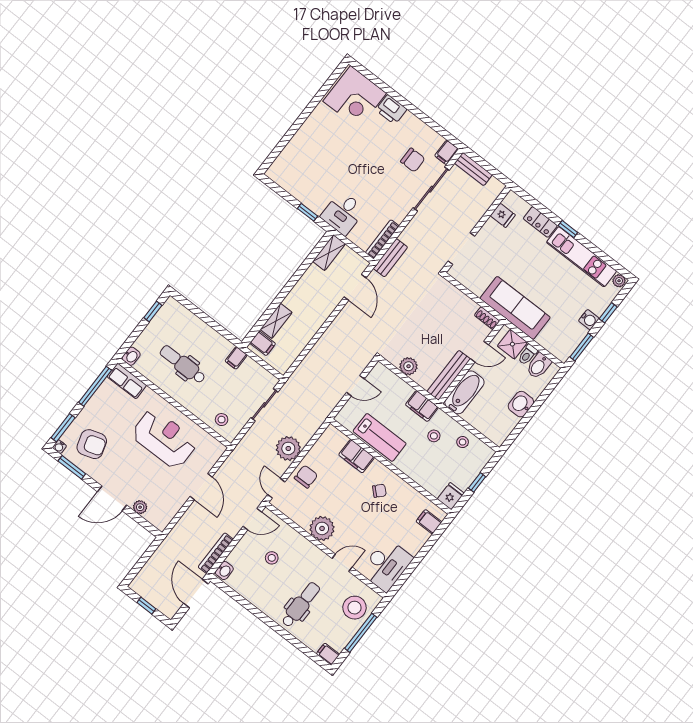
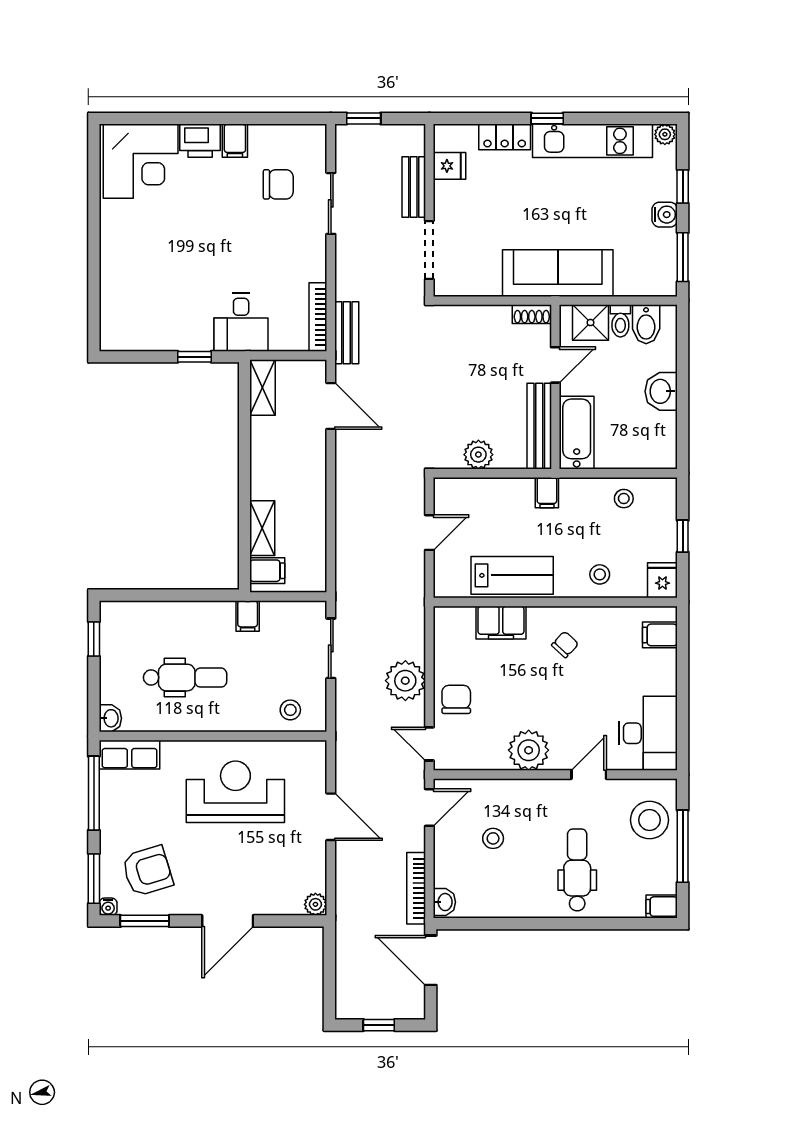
filing cabinet: (447, 152) -> (235, 141), moved
window: (479, 160) -> (364, 118), added
bench: (473, 169) -> (414, 187), moved, turned 90
sliding door: (431, 189) -> (331, 203), width x0.73
dental chair: (183, 364) -> (185, 678), turned 180
filing cabinet: (422, 406) -> (547, 493), width x0.50
stool: (434, 436) -> (600, 574), moved
plant: (140, 507) -> (315, 904), moved

